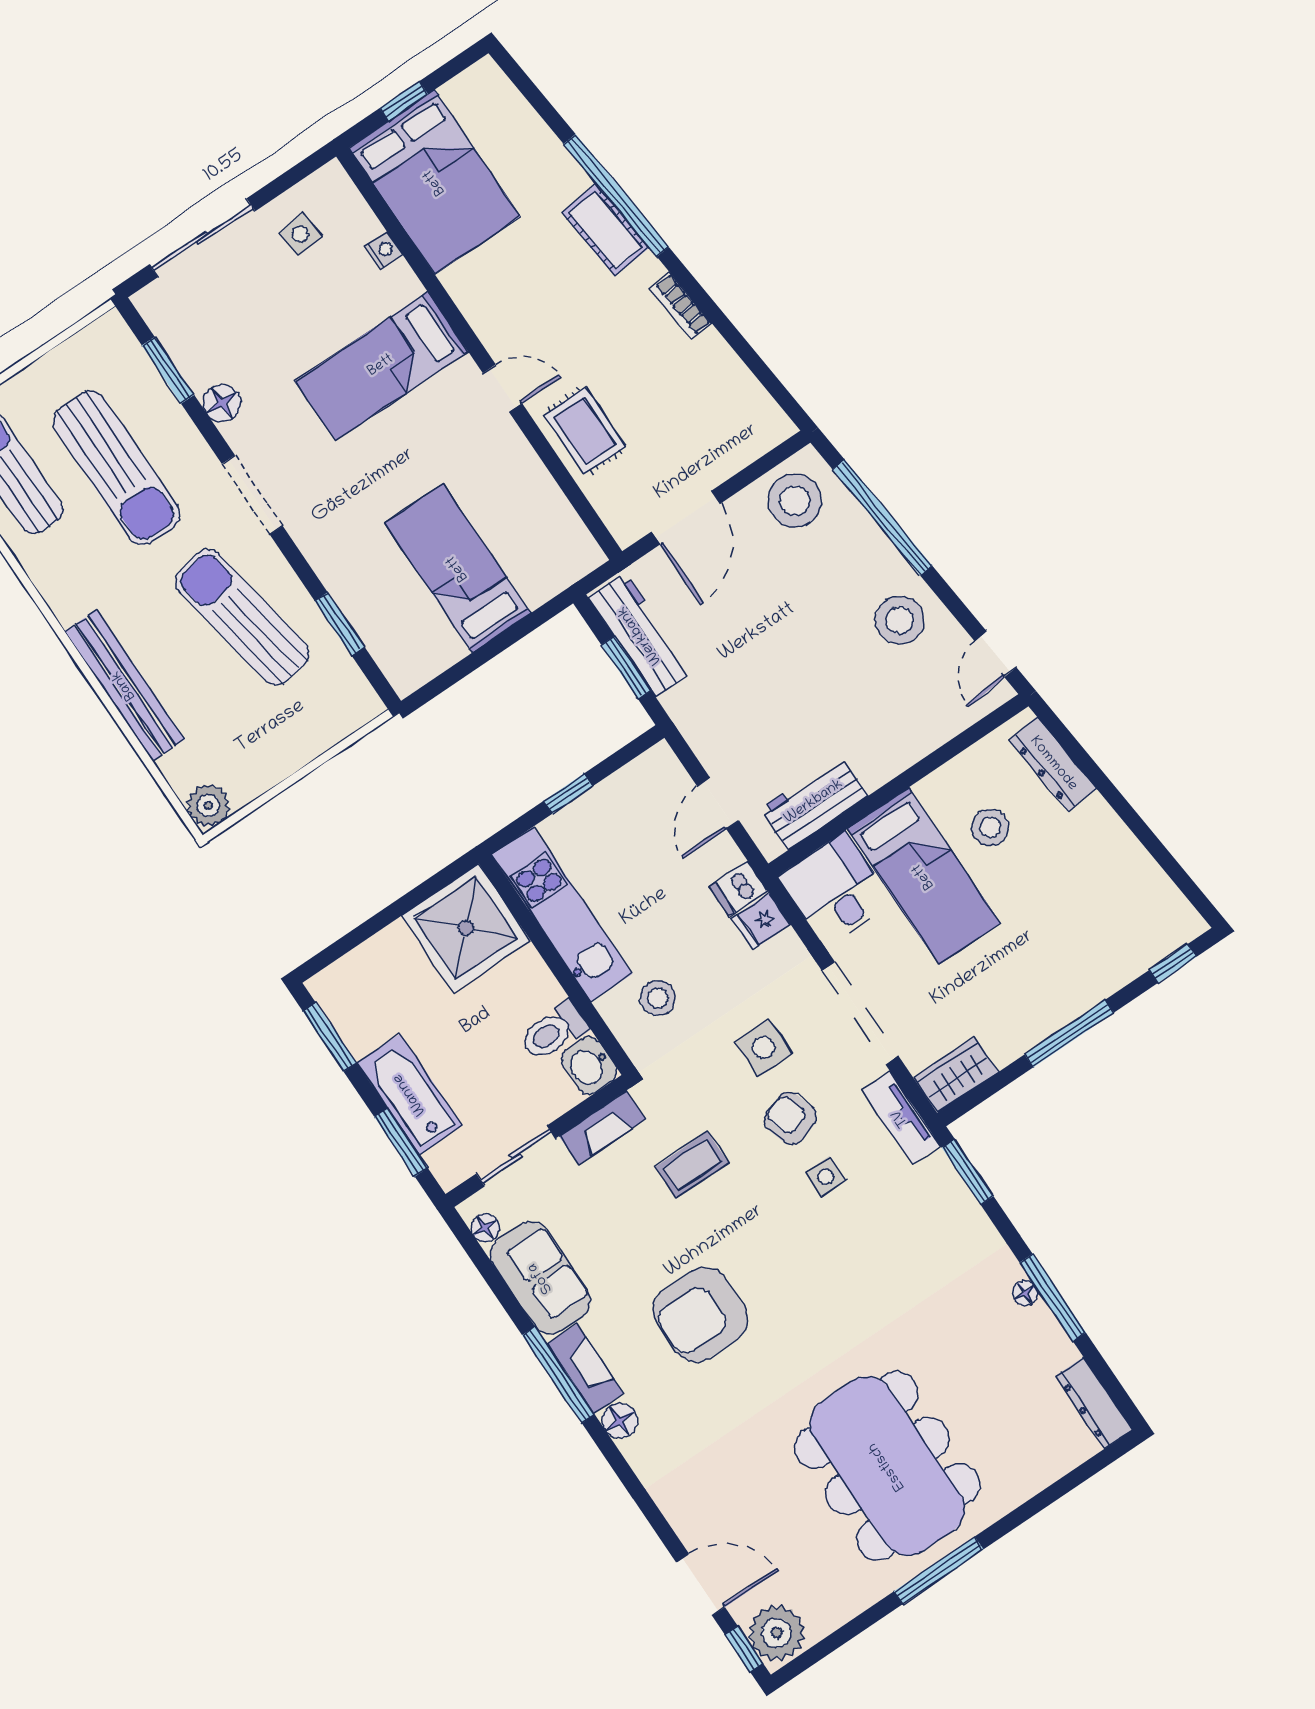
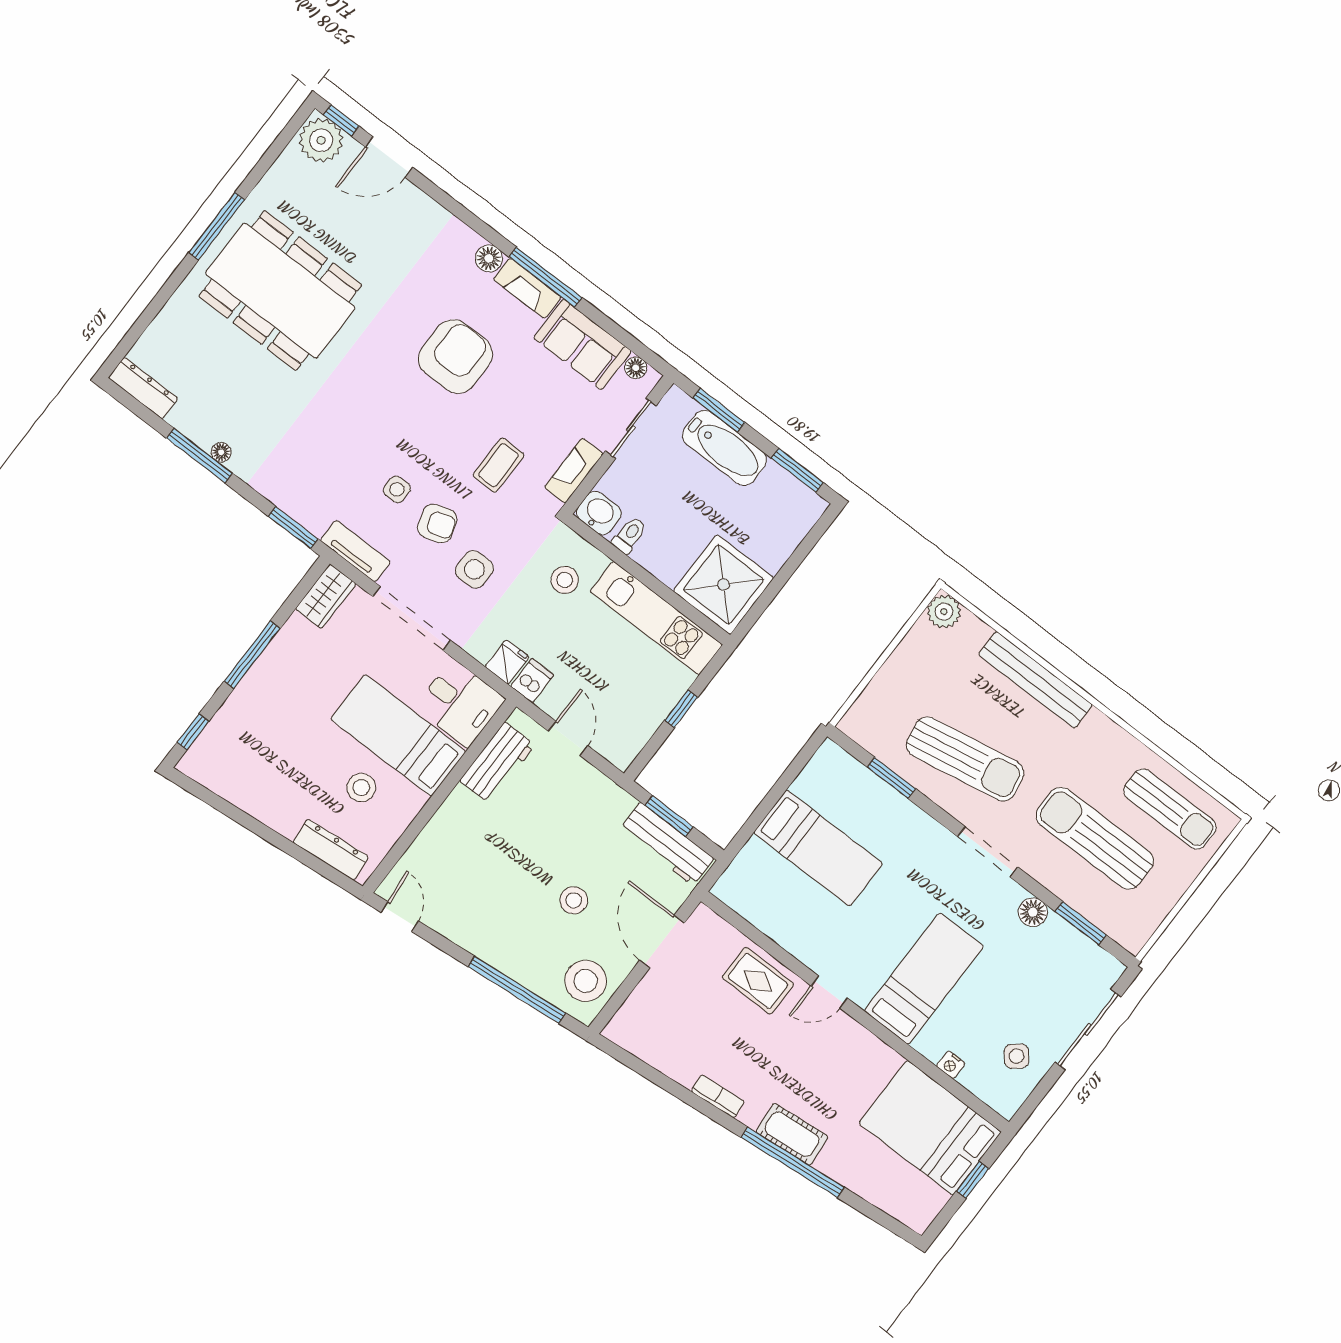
side table: (300, 234) -> (1016, 1056), turned -34
stool: (900, 620) -> (574, 900), moved, width x0.73, depth x0.73
toilet: (554, 1031) -> (629, 535), width x0.73, depth x0.72

